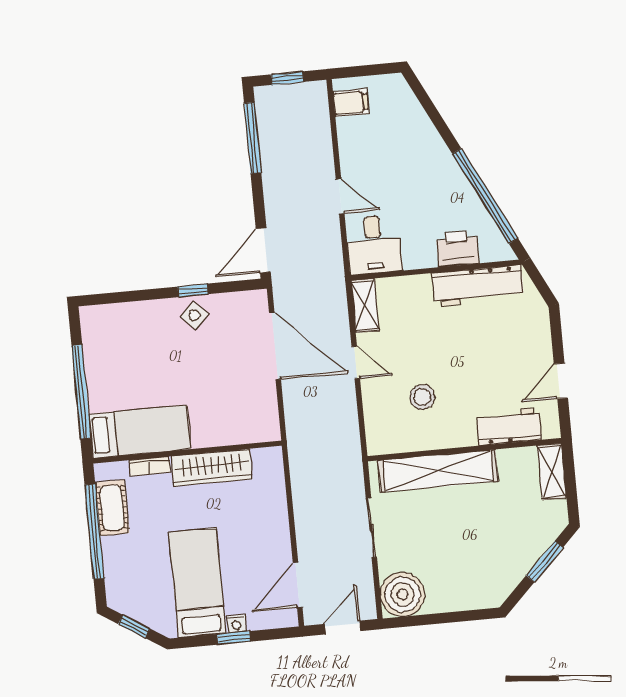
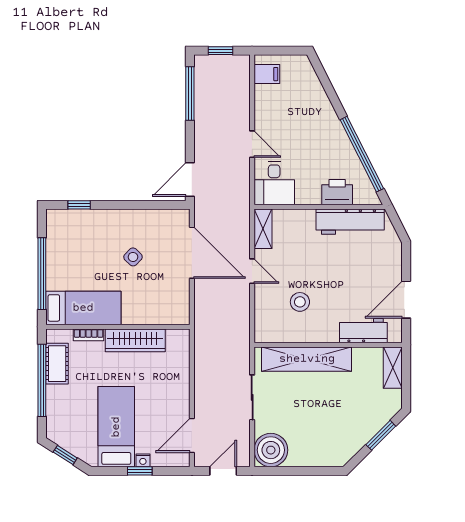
window: (193, 290) -> (79, 205), moved
side table: (194, 315) -> (133, 257), moved
door: (561, 381) -> (406, 300), width x1.38

